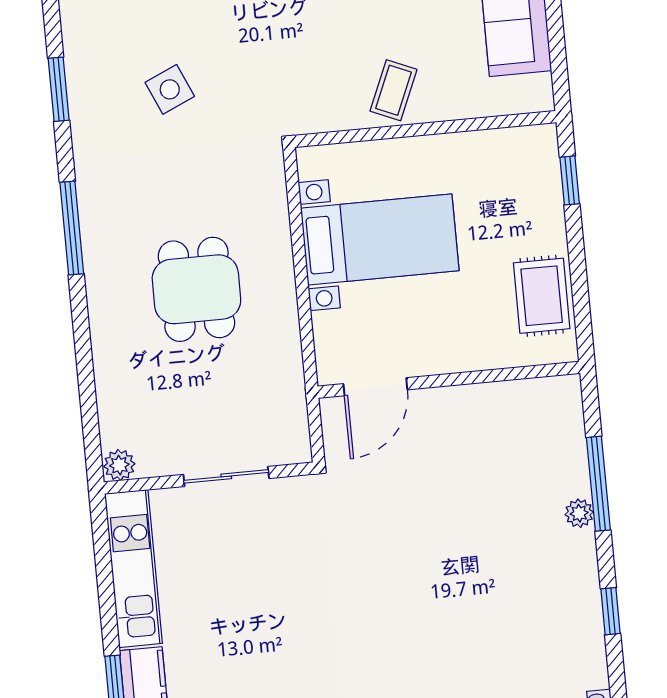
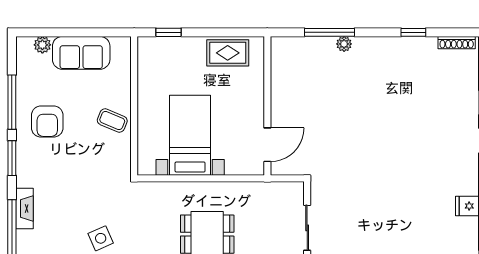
door: (375, 387) -> (267, 145), hinge flipped
window: (610, 611) -> (413, 32), moved

